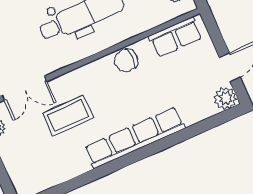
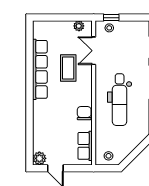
row of seats: (135, 138) -> (40, 69), moved

